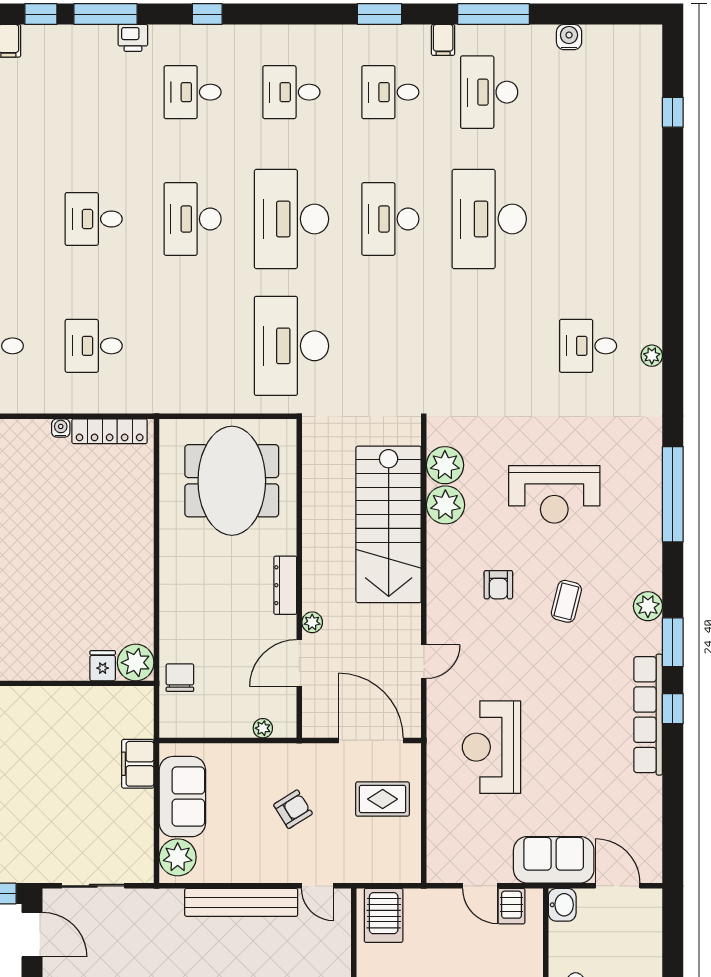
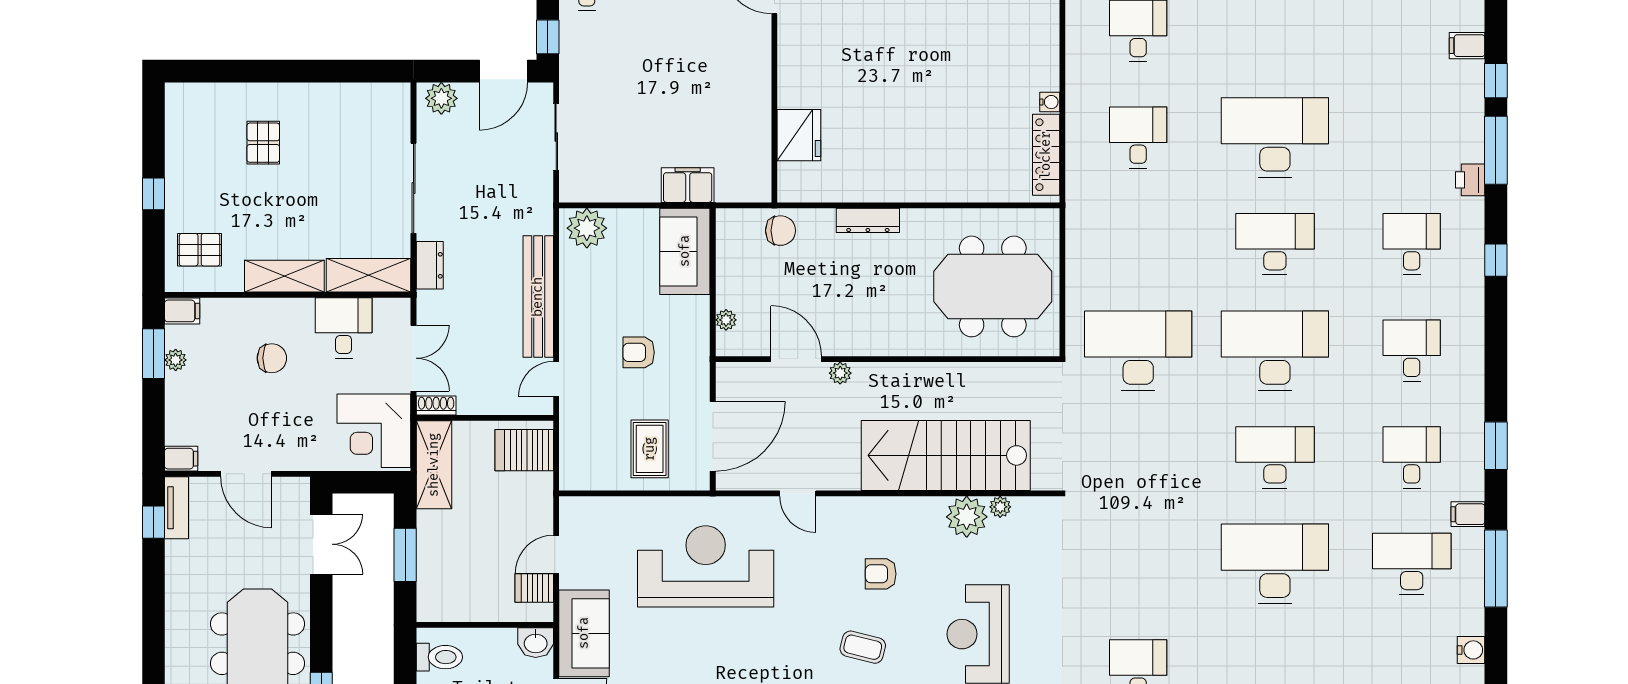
desk: (94, 219) -> (1275, 138), width x1.87, depth x1.30
plant: (445, 465) -> (1000, 507), width x0.53, depth x0.53
dresser: (285, 585) -> (868, 220), moved, turned 180
plant: (136, 663) -> (797, 183), removed
fridge: (103, 666) -> (799, 135), width x1.88, depth x1.34
reception desk: (491, 747) -> (706, 566), width x1.36, depth x1.30
sofa: (182, 797) -> (685, 251), moved, turned 90
armchair: (293, 809) -> (639, 352), turned 122

